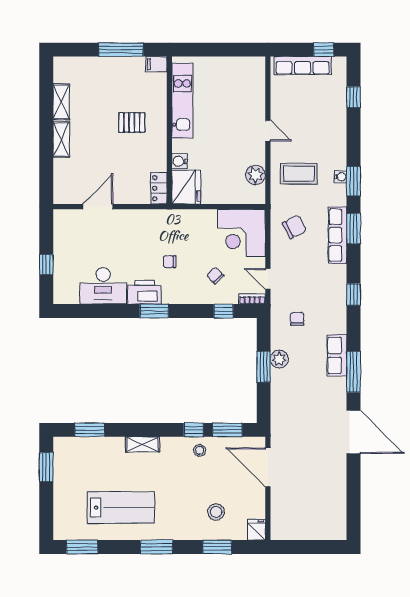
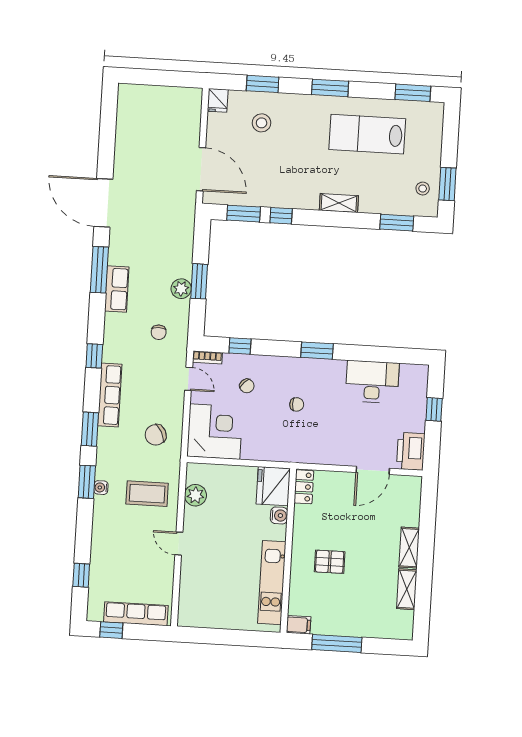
row of seats: (338, 235) -> (110, 395), moved
printer: (144, 292) -> (411, 451), moved, turned 90
stool: (200, 450) -> (423, 189), moved

